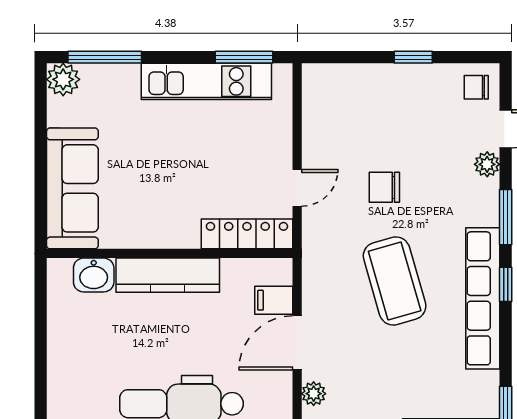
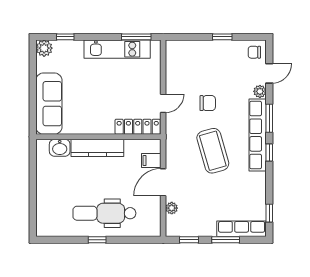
window: (105, 57) -> (65, 37), width x0.46
chair: (384, 187) -> (208, 103), turned 180
row of seats: (483, 298) -> (258, 135), moved

